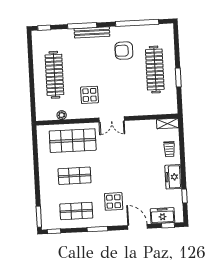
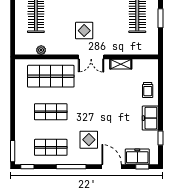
display table: (90, 95) -> (84, 31), moved
shelving: (168, 124) -> (121, 64), moved
window: (97, 229) -> (71, 167), width x1.44

